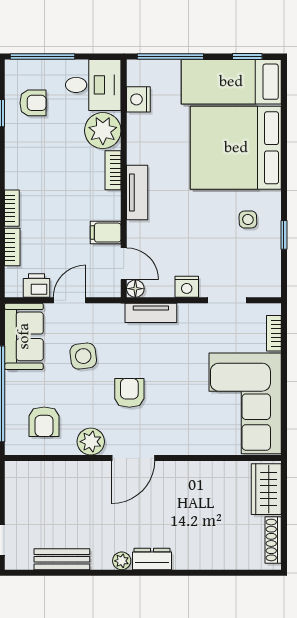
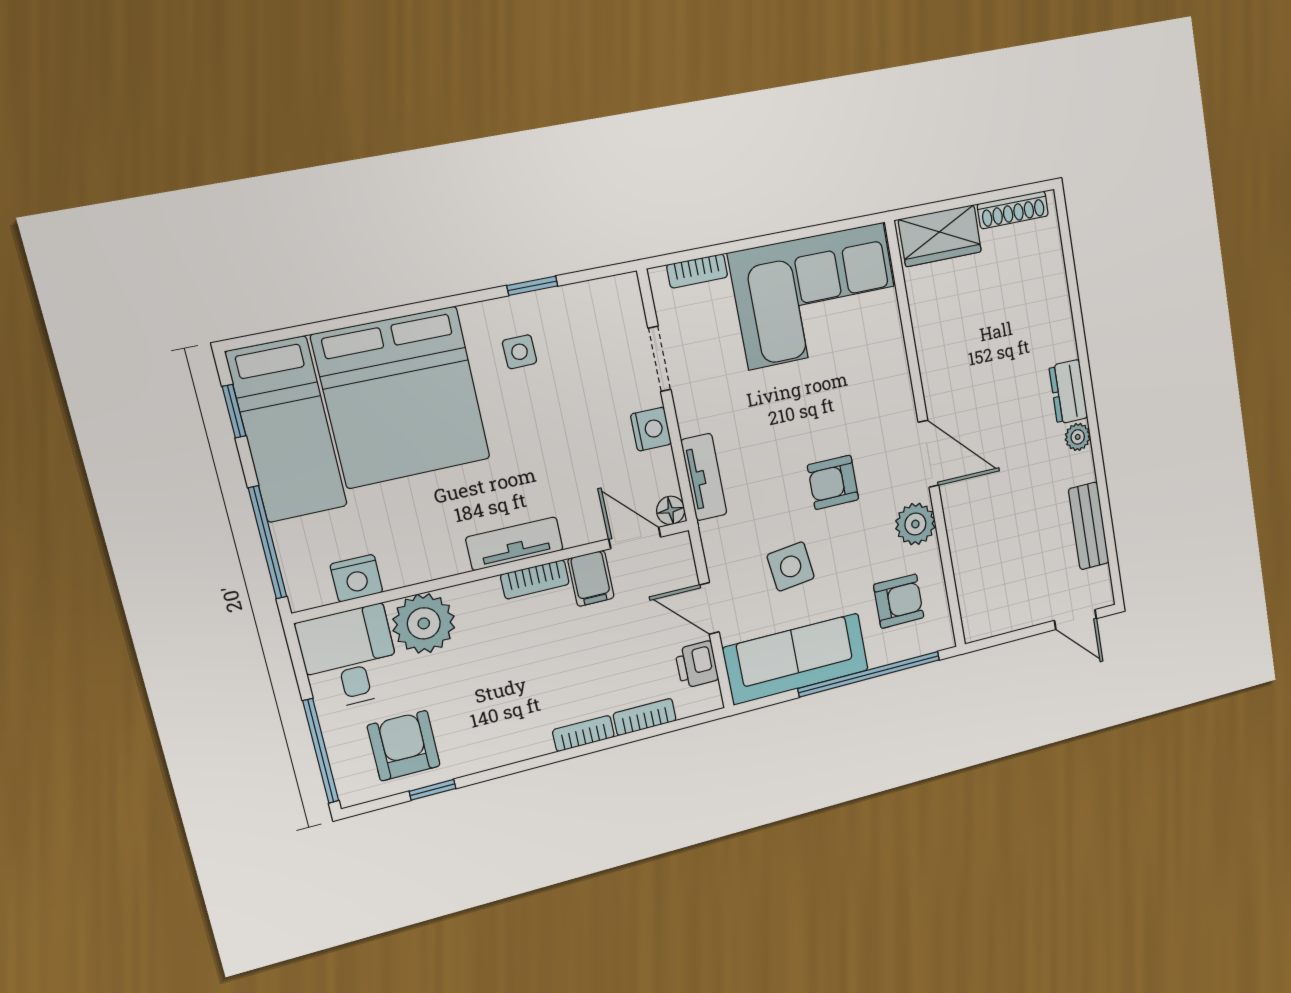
armchair: (33, 103) -> (404, 746), width x1.38, depth x1.38
bookcase: (113, 170) -> (535, 579), moved
door: (124, 264) -> (635, 538), hinge flipped
sofa: (24, 336) -> (796, 659), width x1.36

